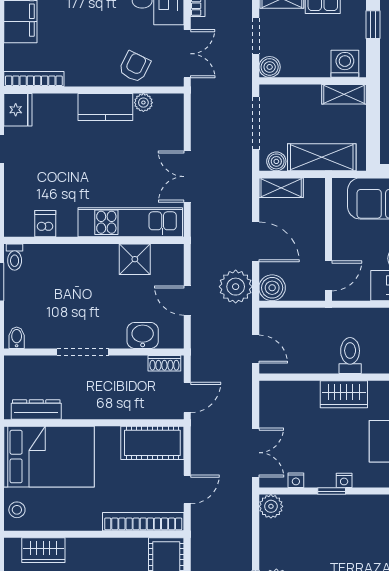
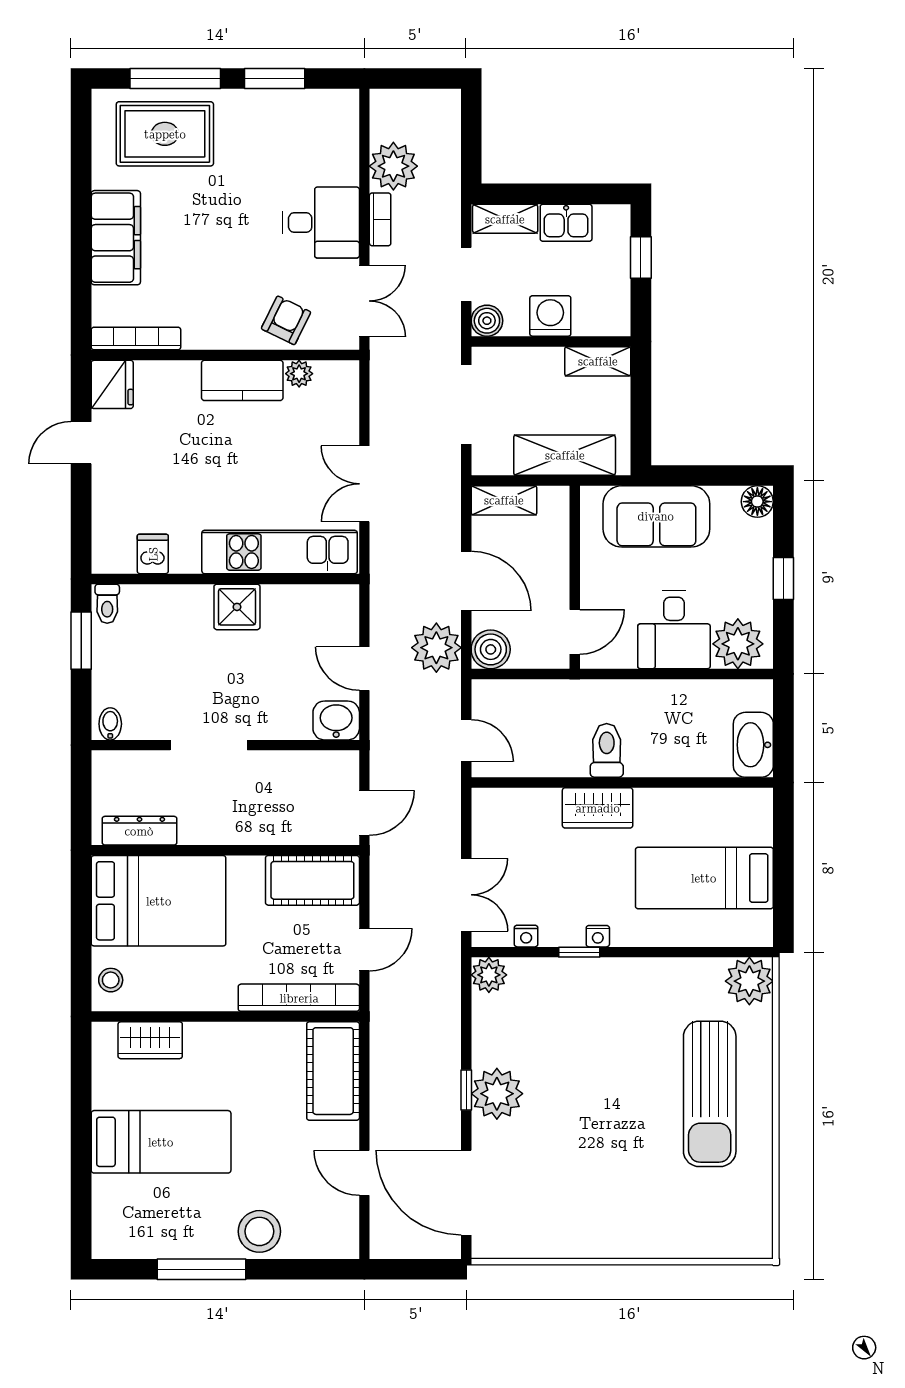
washing machine: (345, 64) -> (550, 316), moved
boiler: (276, 161) -> (497, 461), removed
shower: (135, 259) -> (237, 607), moved
washbasin: (143, 335) -> (336, 720), moved
shoe rack: (164, 363) -> (330, 762), removed

